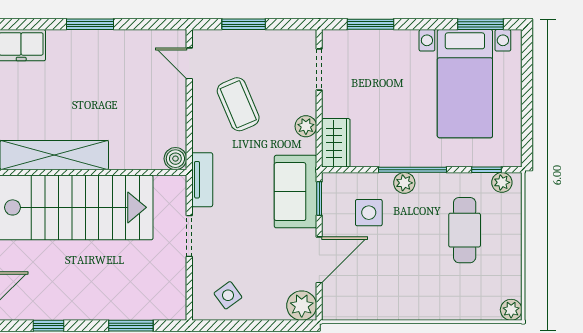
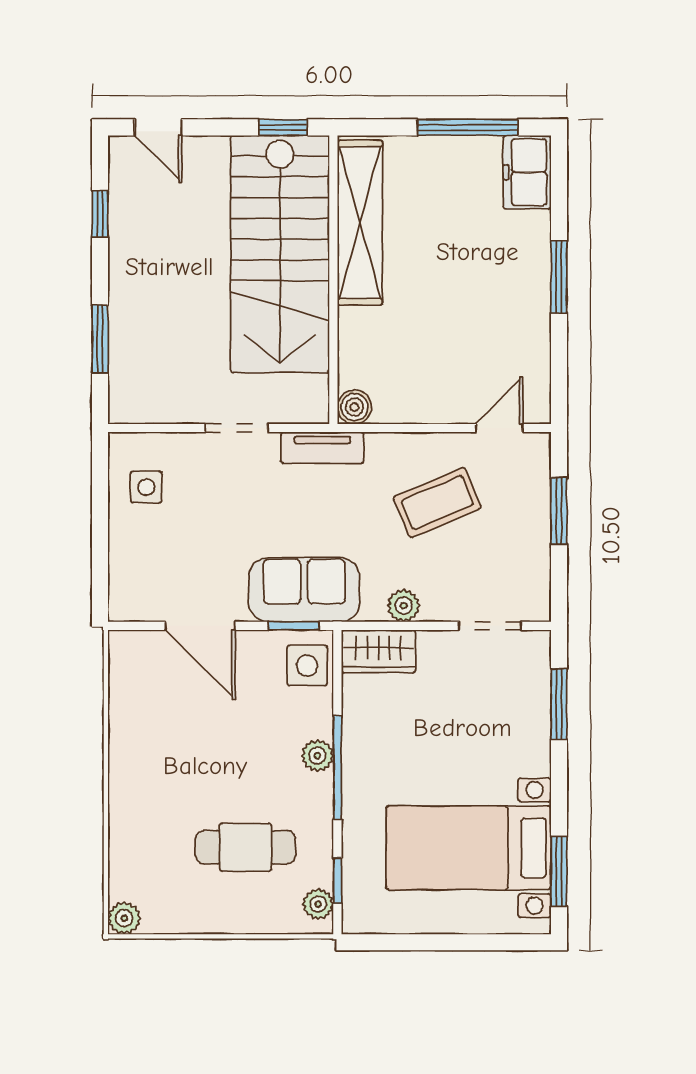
side table: (369, 213) -> (307, 666), moved
side table: (228, 295) -> (146, 487), turned 36
plant: (302, 306) -> (131, 599), removed

